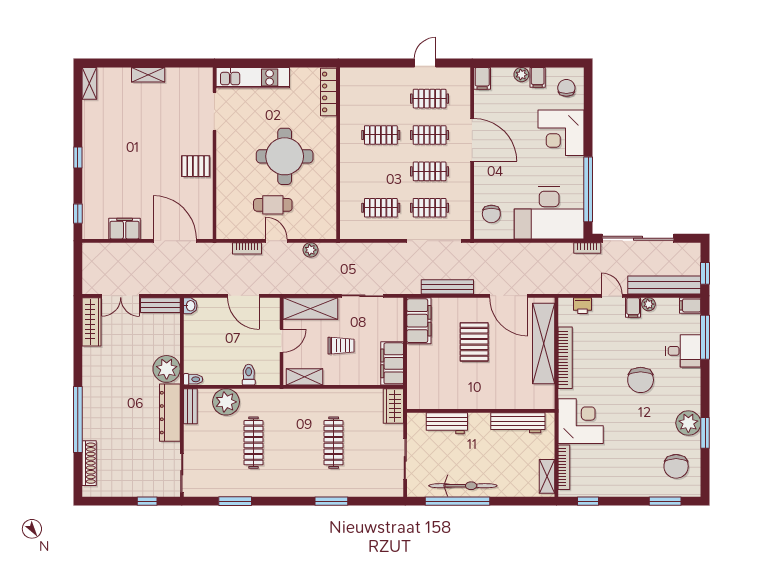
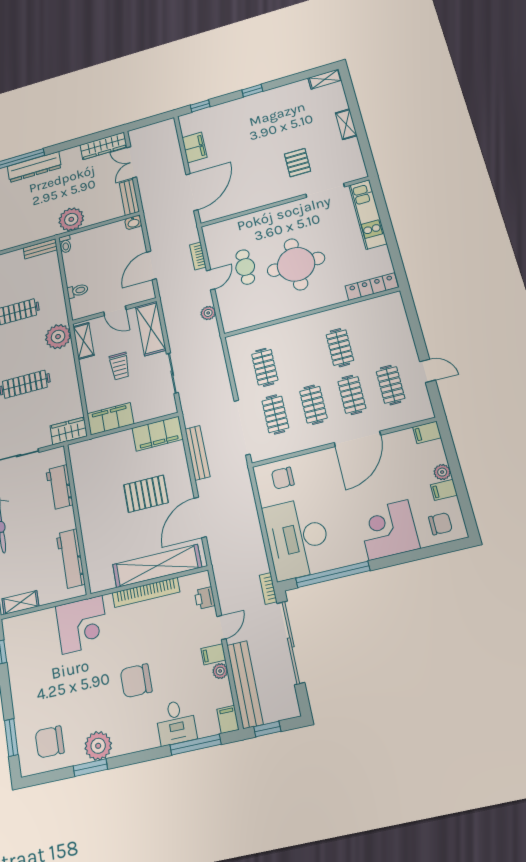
pallet: (196, 166) -> (298, 163), moved
plant: (226, 402) -> (58, 337), moved
dresser: (170, 413) -> (34, 167), moved, turned 180
bookcase: (564, 467) -> (32, 618), removed

